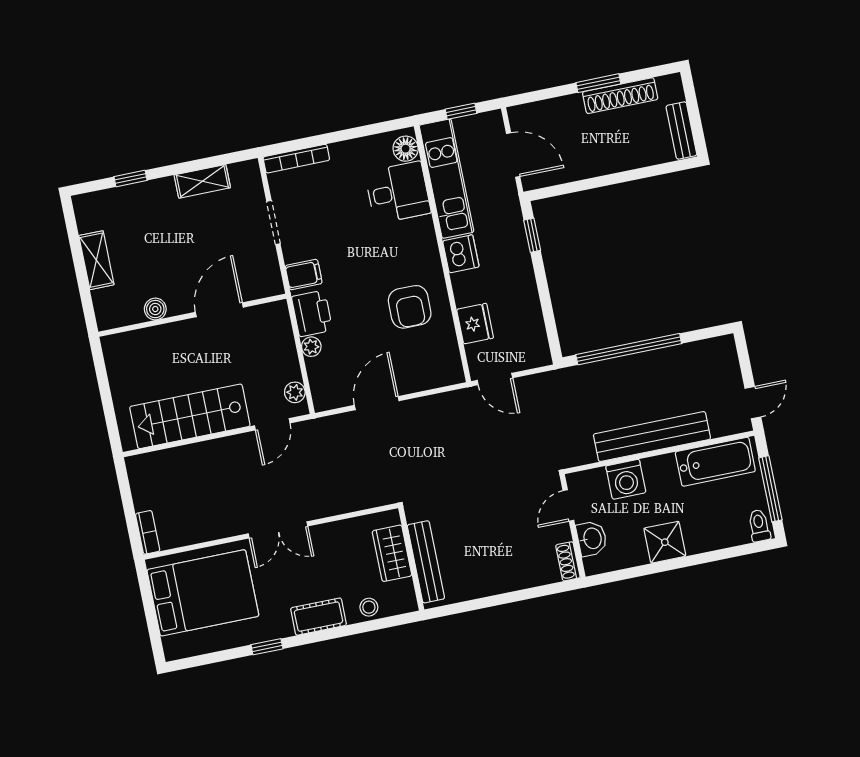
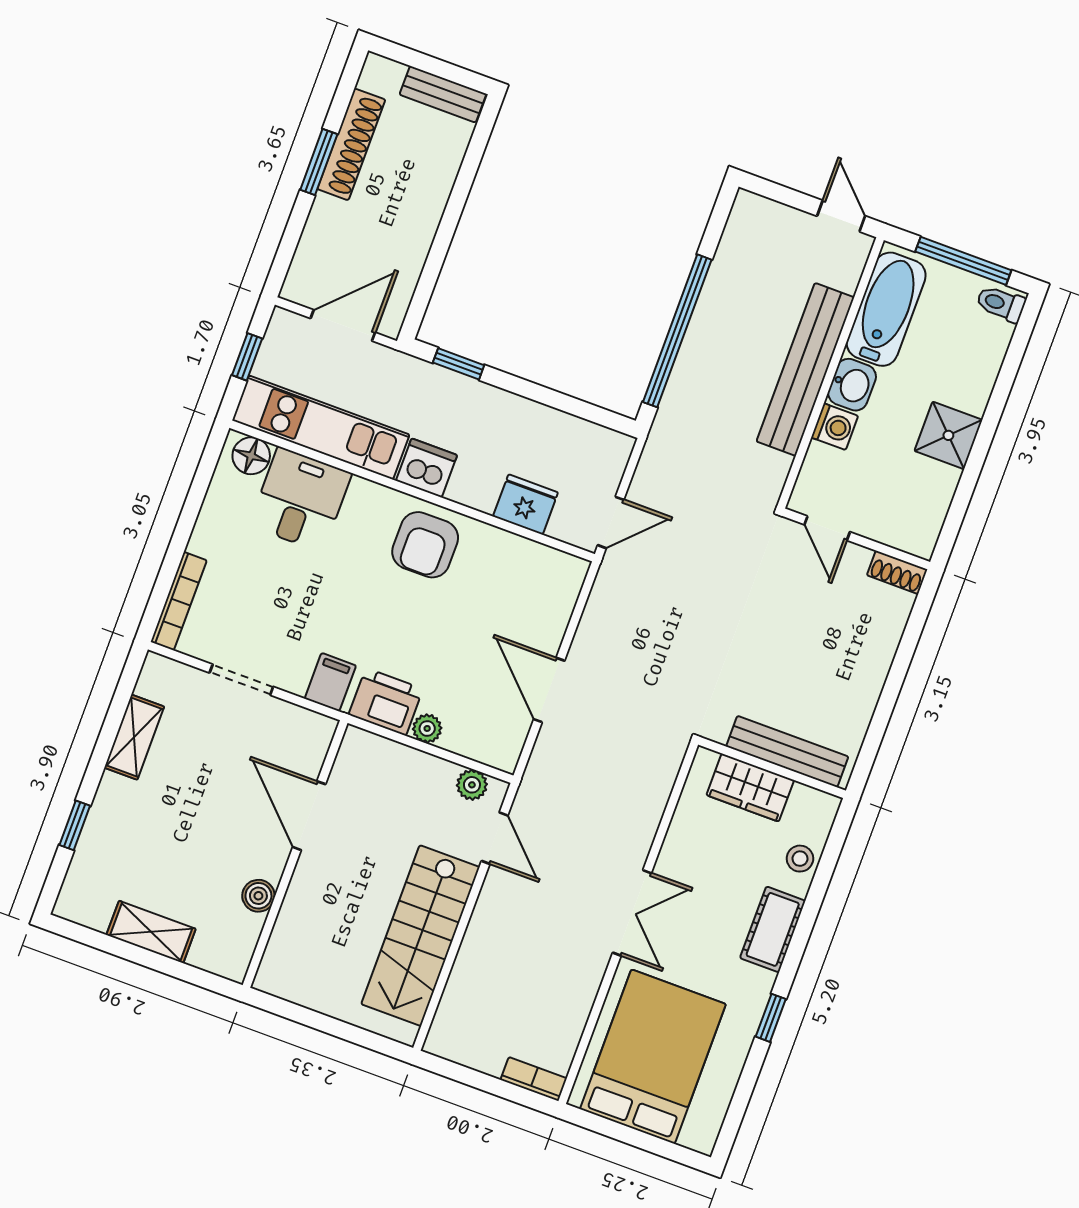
armchair: (410, 307) -> (425, 545), moved, turned 90
washing machine: (626, 479) -> (835, 427), width x0.73, depth x0.73
washbasin: (592, 538) -> (852, 385), moved, turned 90

